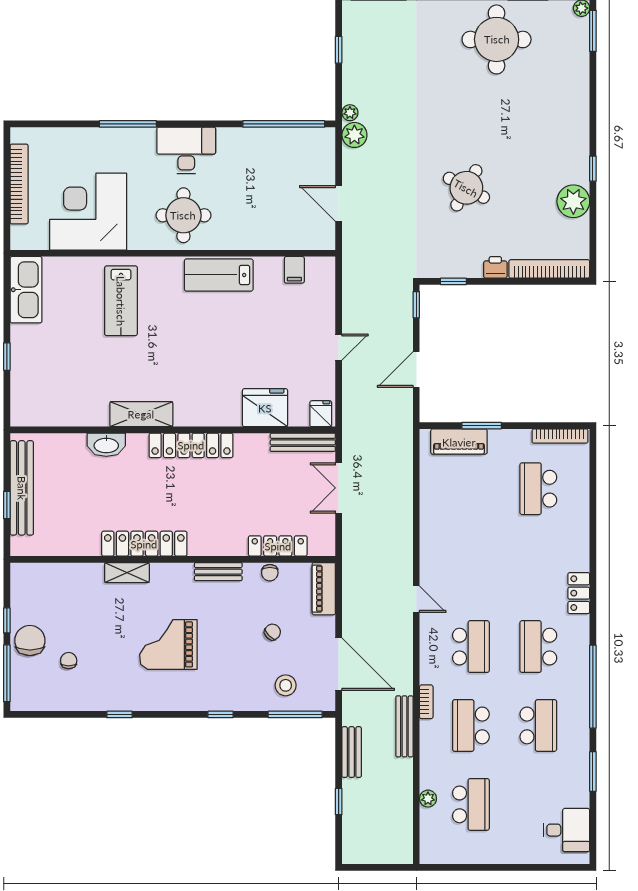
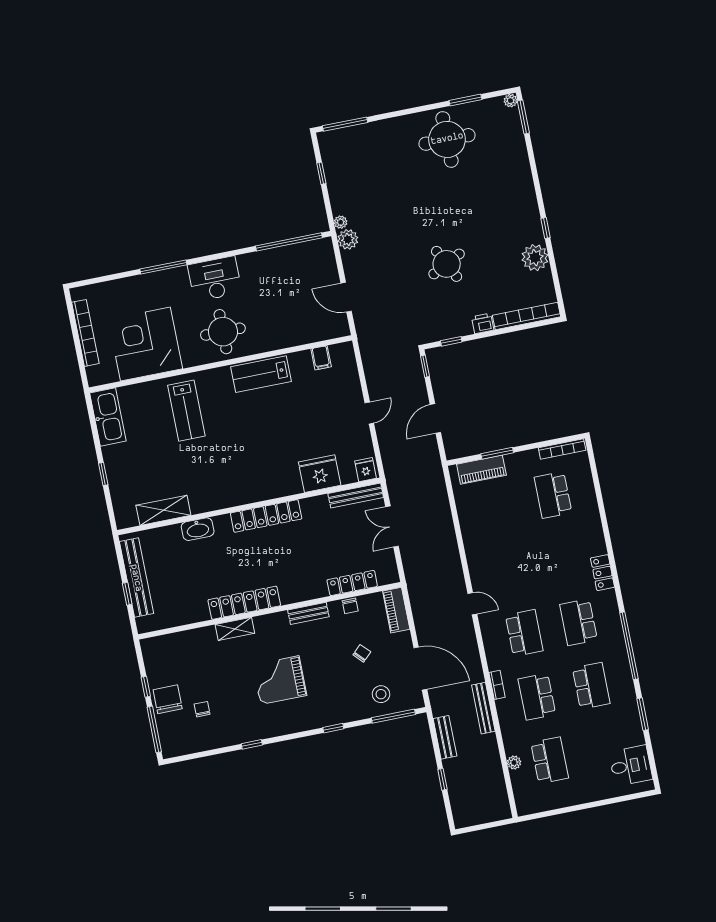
round table: (466, 188) -> (447, 264), turned 34
shelving: (141, 414) -> (163, 510), moved

